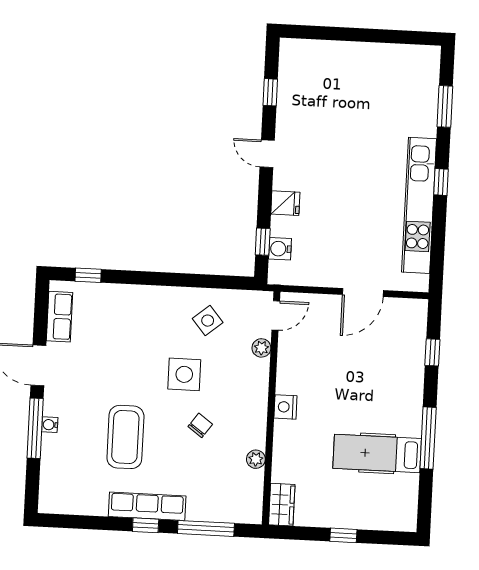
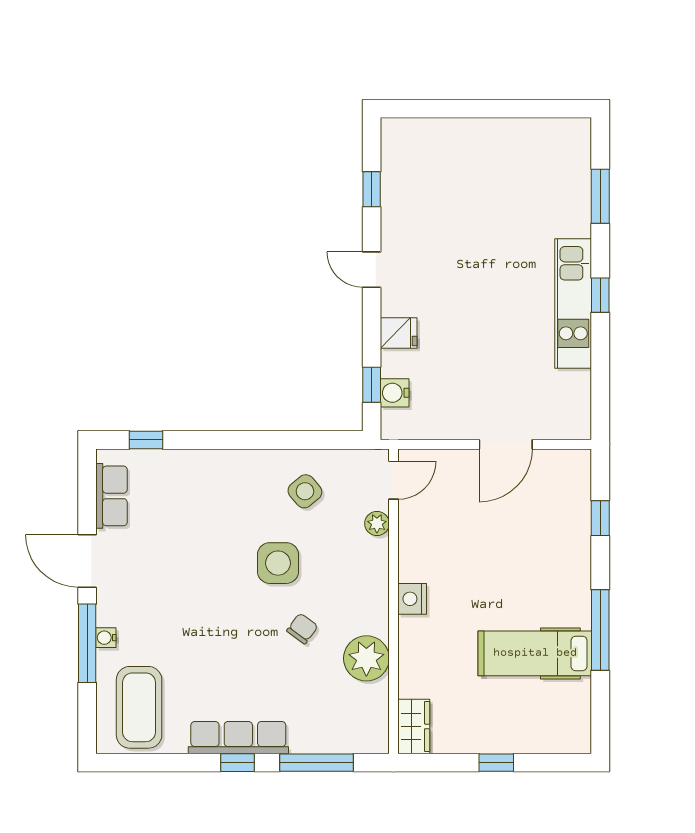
kitchen unit: (419, 205) -> (573, 303), width x0.73
coffee table: (125, 437) -> (139, 707), moved
plant: (256, 459) -> (366, 658), width x1.88, depth x1.88

